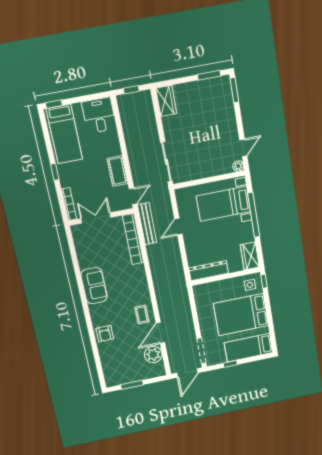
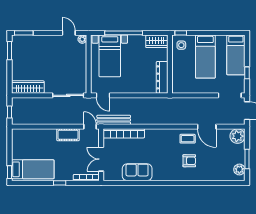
wardrobe: (166, 101) -> (28, 87), width x1.50
desk: (99, 115) -> (24, 140), removed
door: (178, 227) -> (103, 95), moved
sofa: (94, 286) -> (137, 172), moved
bed: (241, 315) -> (205, 57), width x0.67
armchair: (105, 334) -> (189, 161), moved
plant: (153, 354) -> (238, 136), moved
plant: (118, 379) -> (239, 170), added

